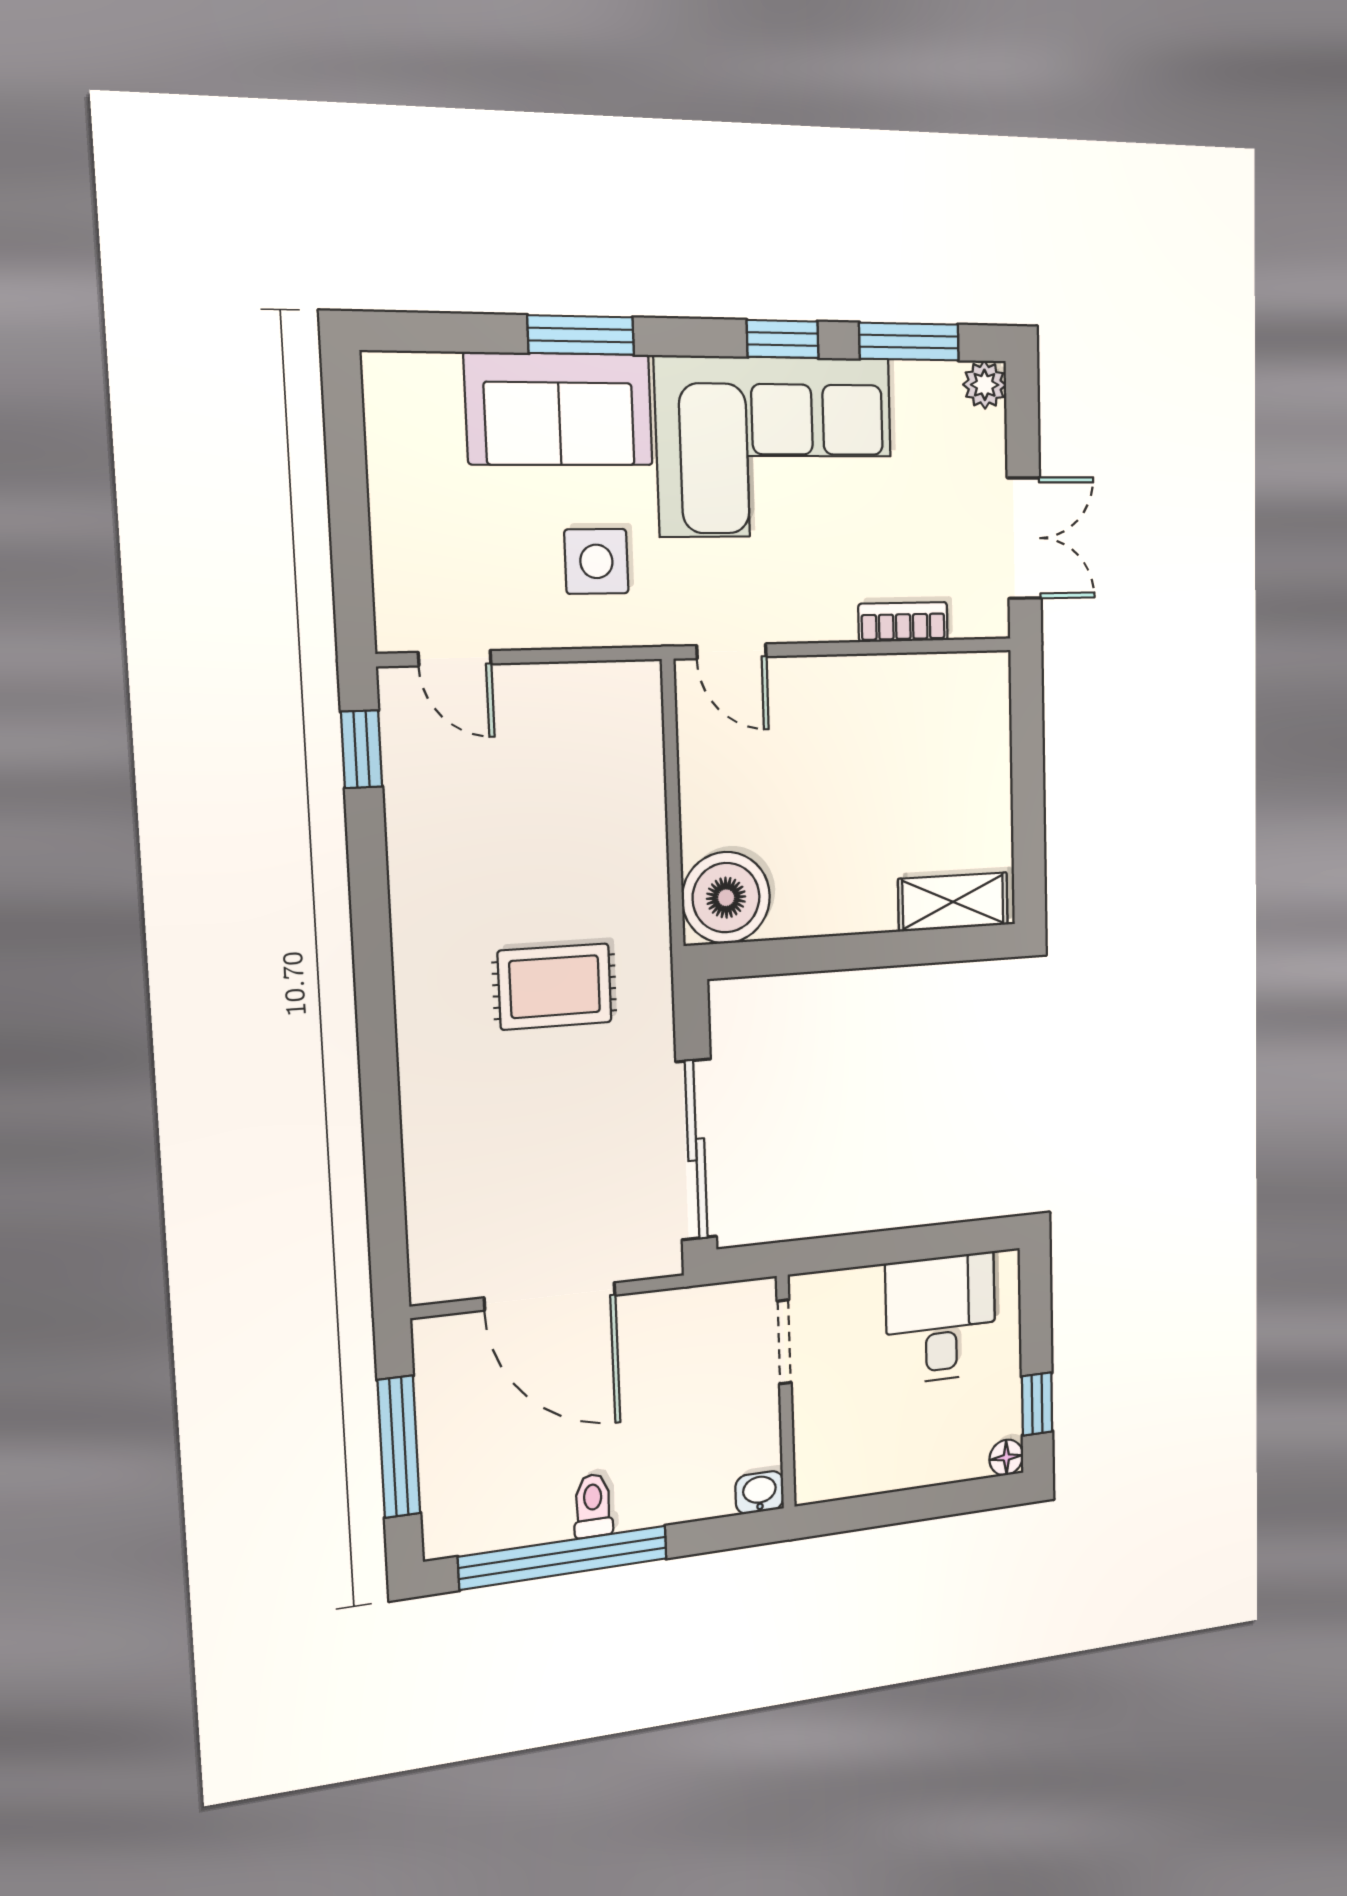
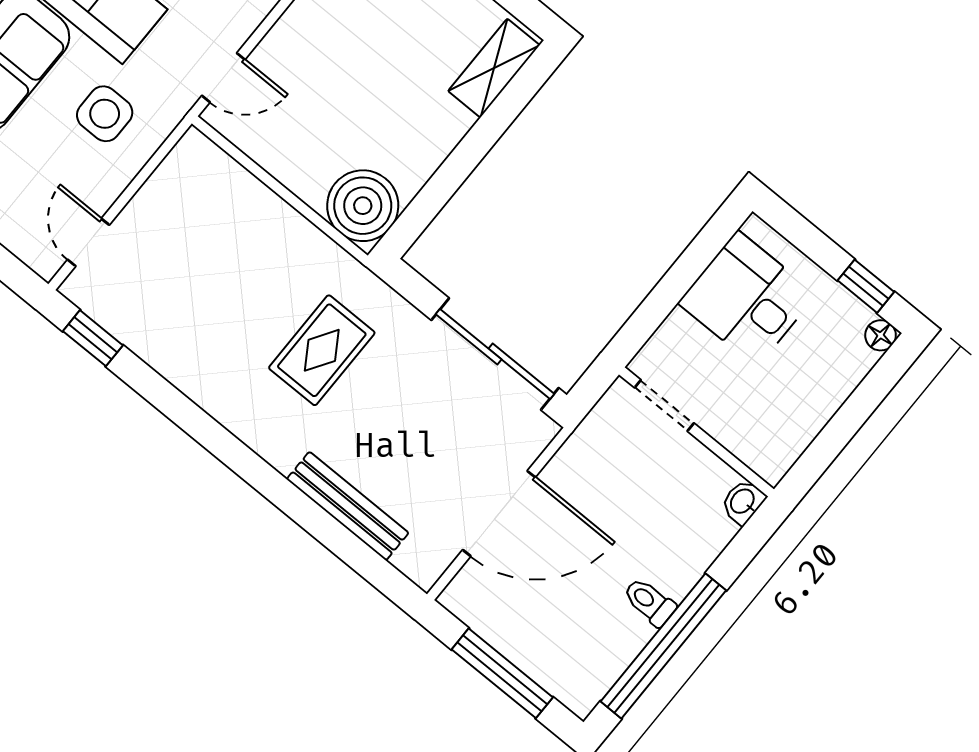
door: (455, 658) -> (89, 242), swing flipped
bench: (425, 1152) -> (348, 506), added

